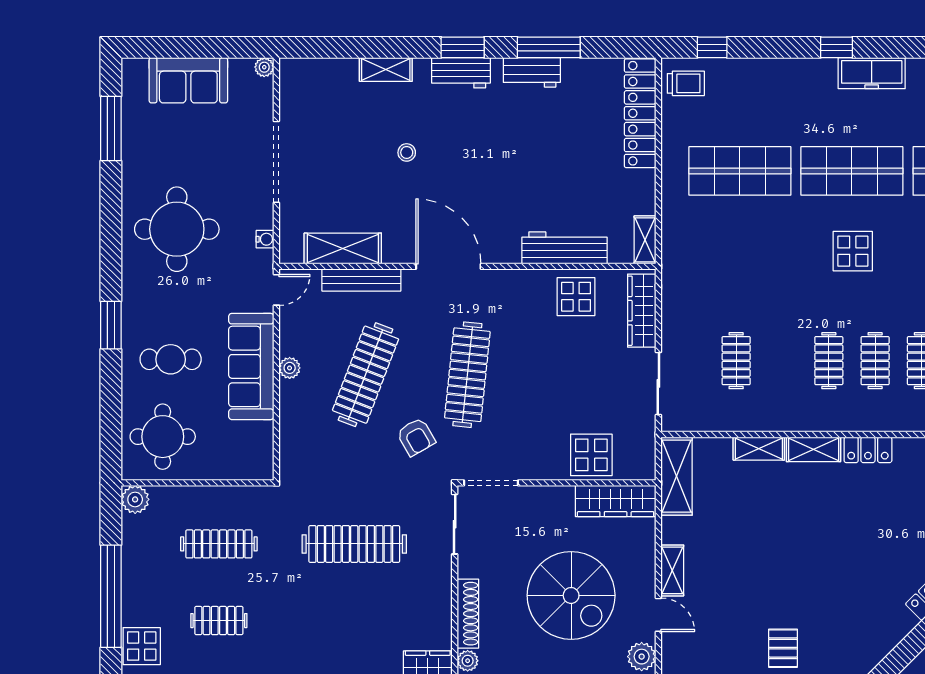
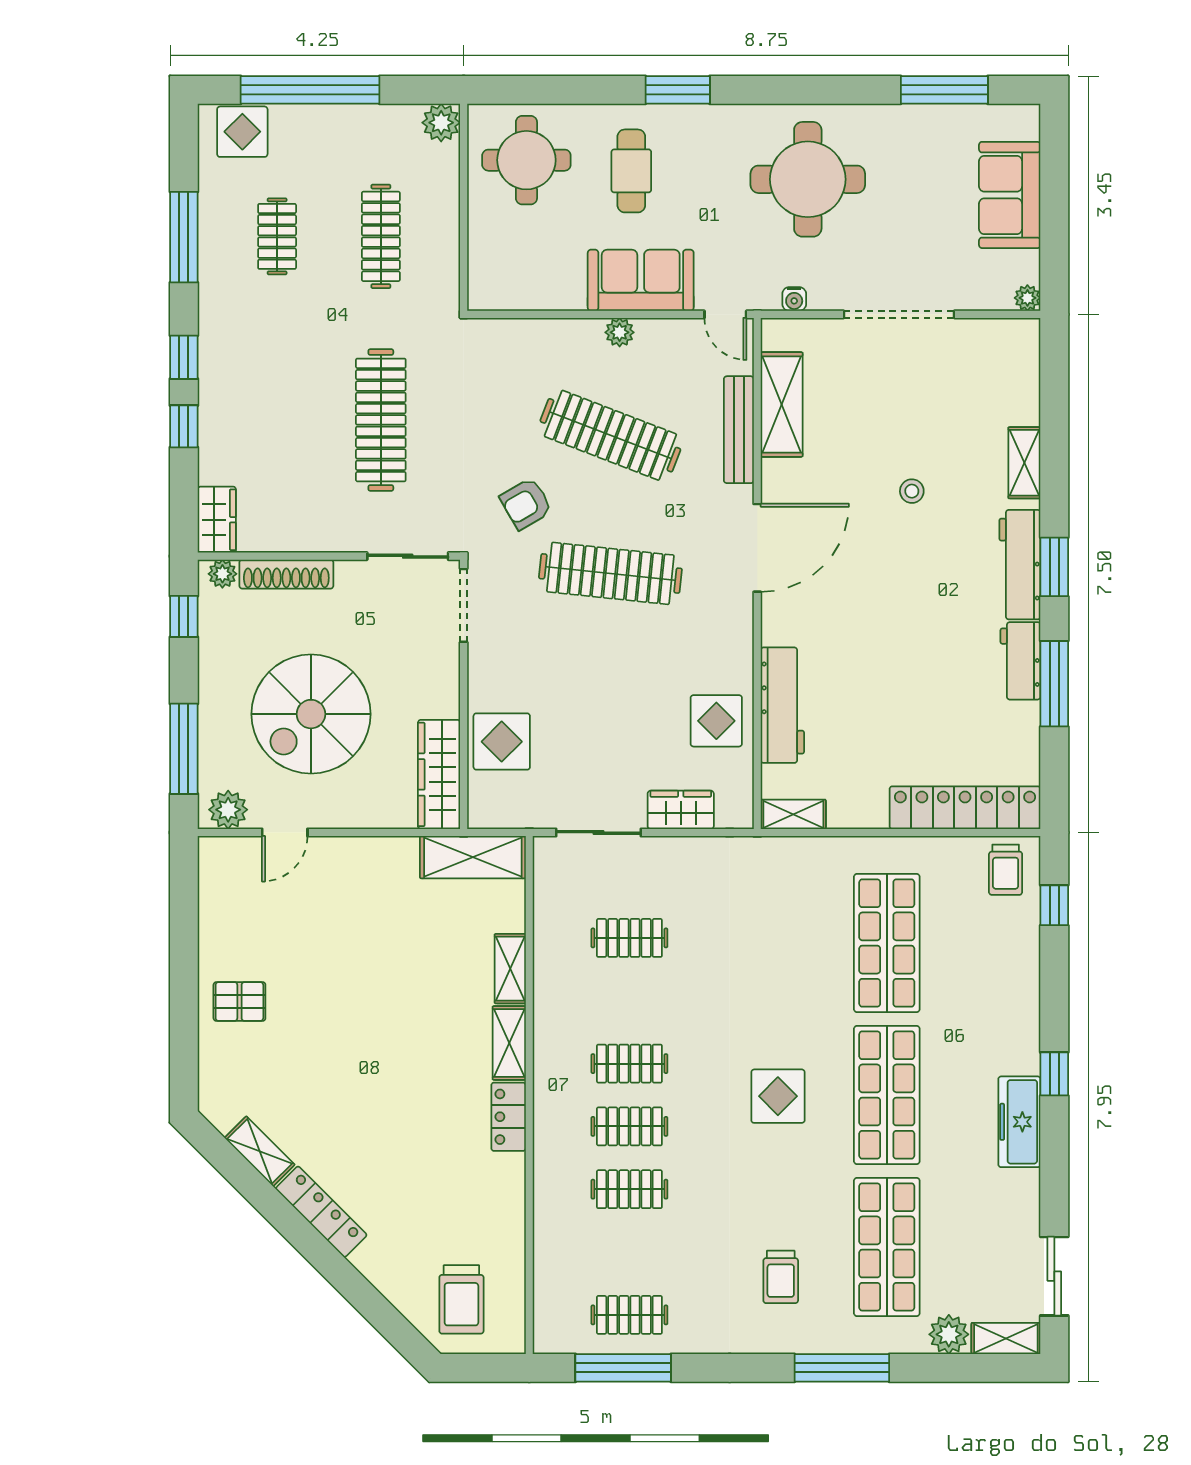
workbench: (461, 73) -> (1020, 565), width x1.38
wardrobe: (642, 311) -> (681, 810), width x0.67
sofa: (251, 366) -> (641, 280), width x0.73
shelving: (672, 570) -> (260, 1151), moved, turned 45

